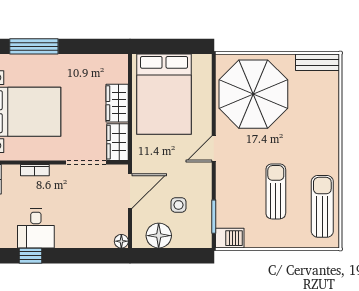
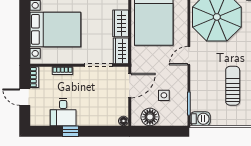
window: (31, 256) -> (70, 131), moved

